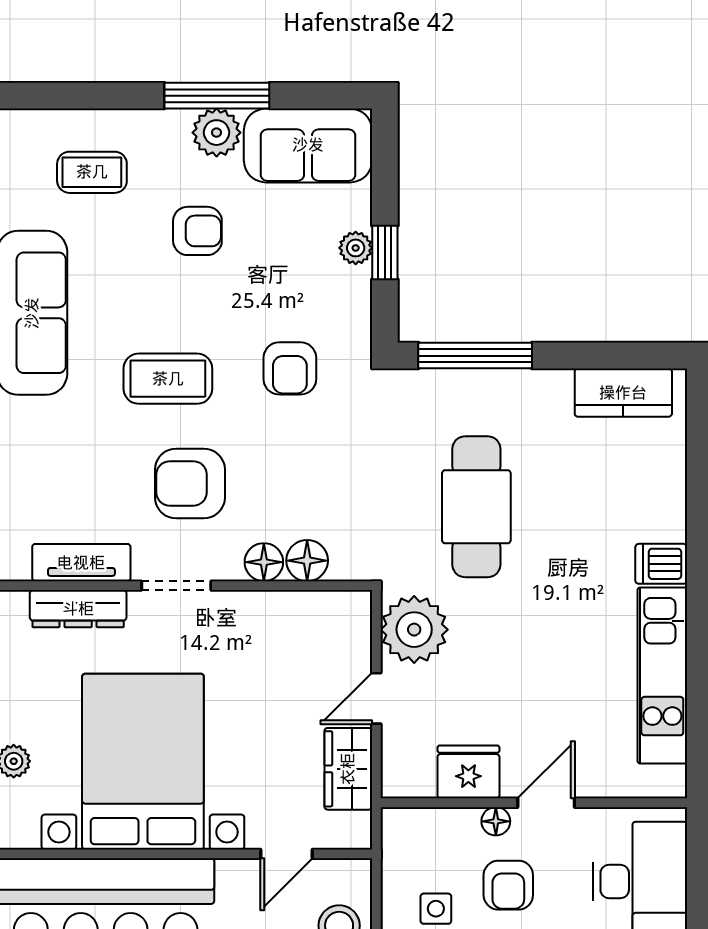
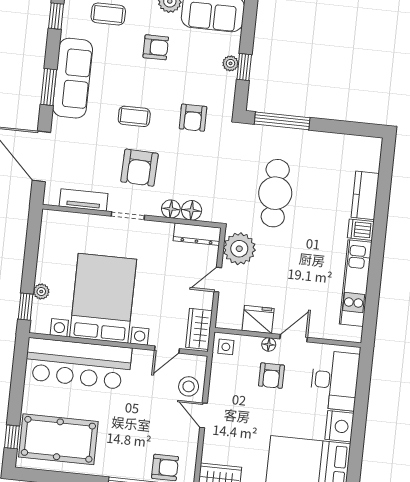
coffee table: (168, 379) -> (134, 116), width x0.73, depth x0.77
kitchen counter: (623, 393) -> (365, 195), moved, turned 90
armchair: (190, 483) -> (139, 168), turned -88
dresser: (78, 609) -> (197, 234), moved
wardrobe: (348, 769) -> (199, 329), moved
side table: (436, 909) -> (226, 347), moved

